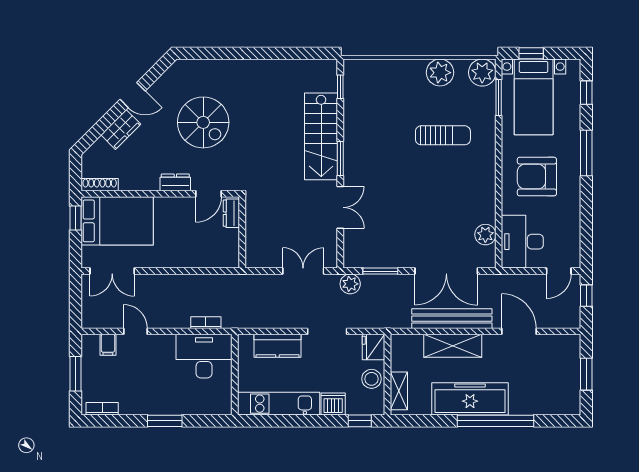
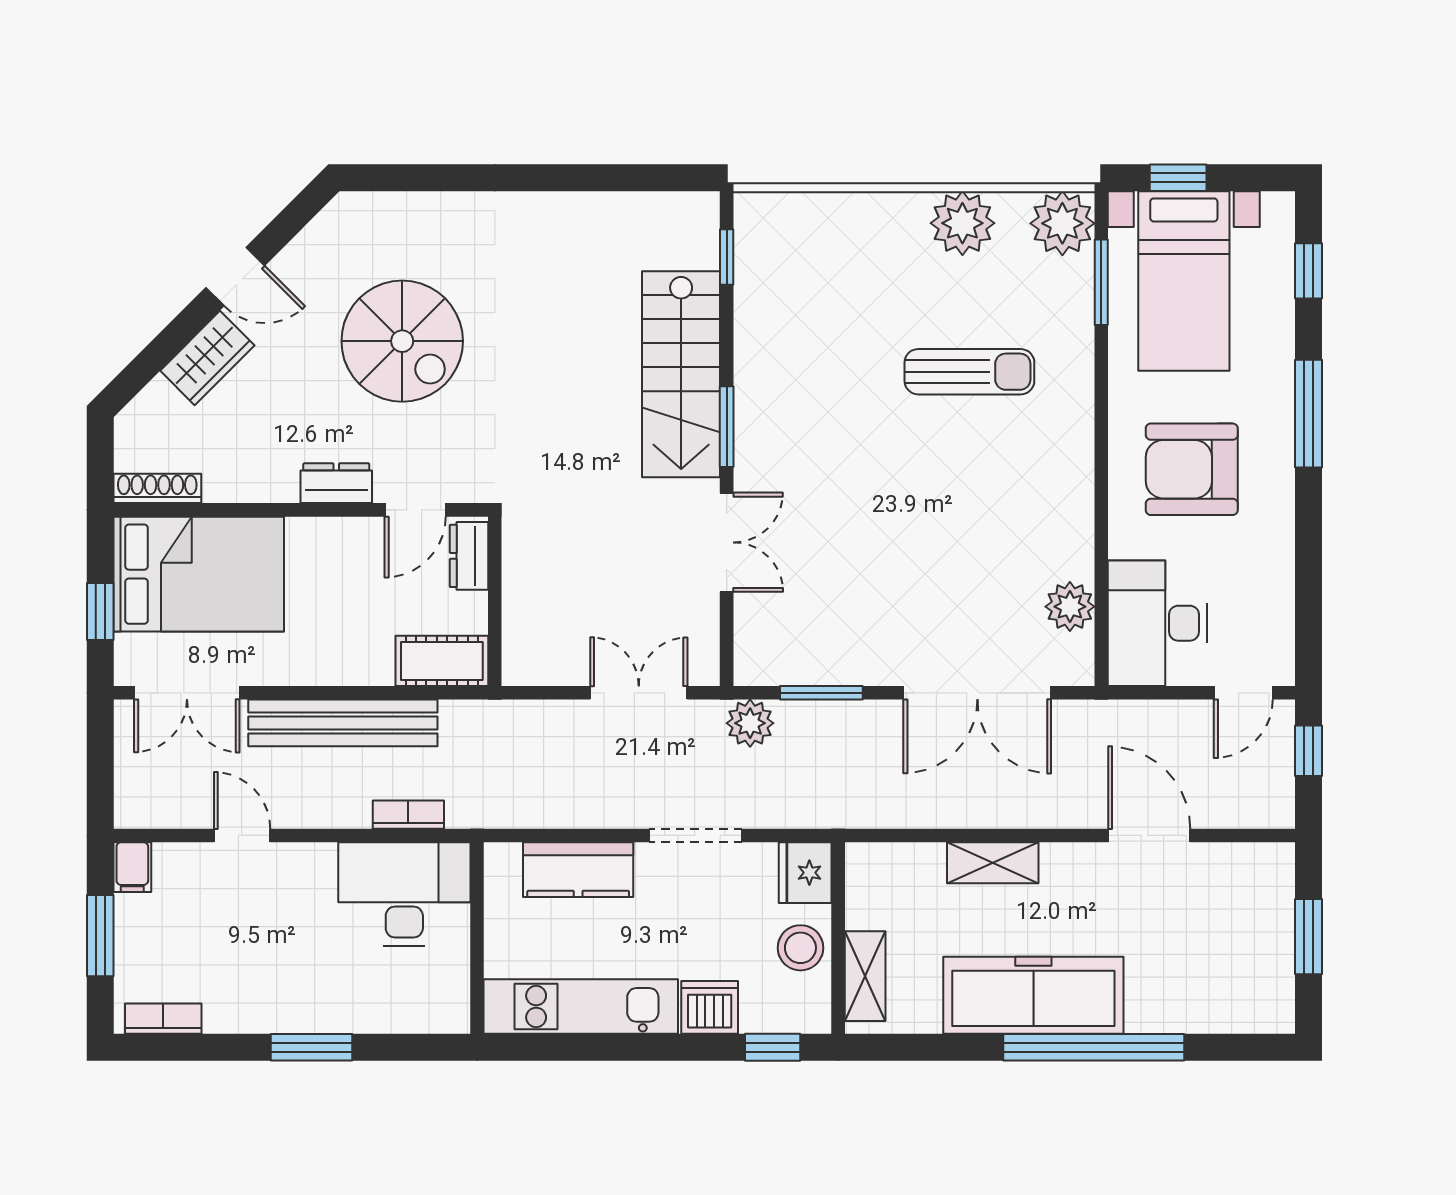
window: (75, 218) -> (100, 611), moved
cot: (220, 258) -> (442, 661), added
bench: (452, 319) -> (343, 723), moved
filing cabinet: (108, 345) -> (132, 867), moved
shelving: (453, 346) -> (993, 863), width x0.67, depth x0.75

